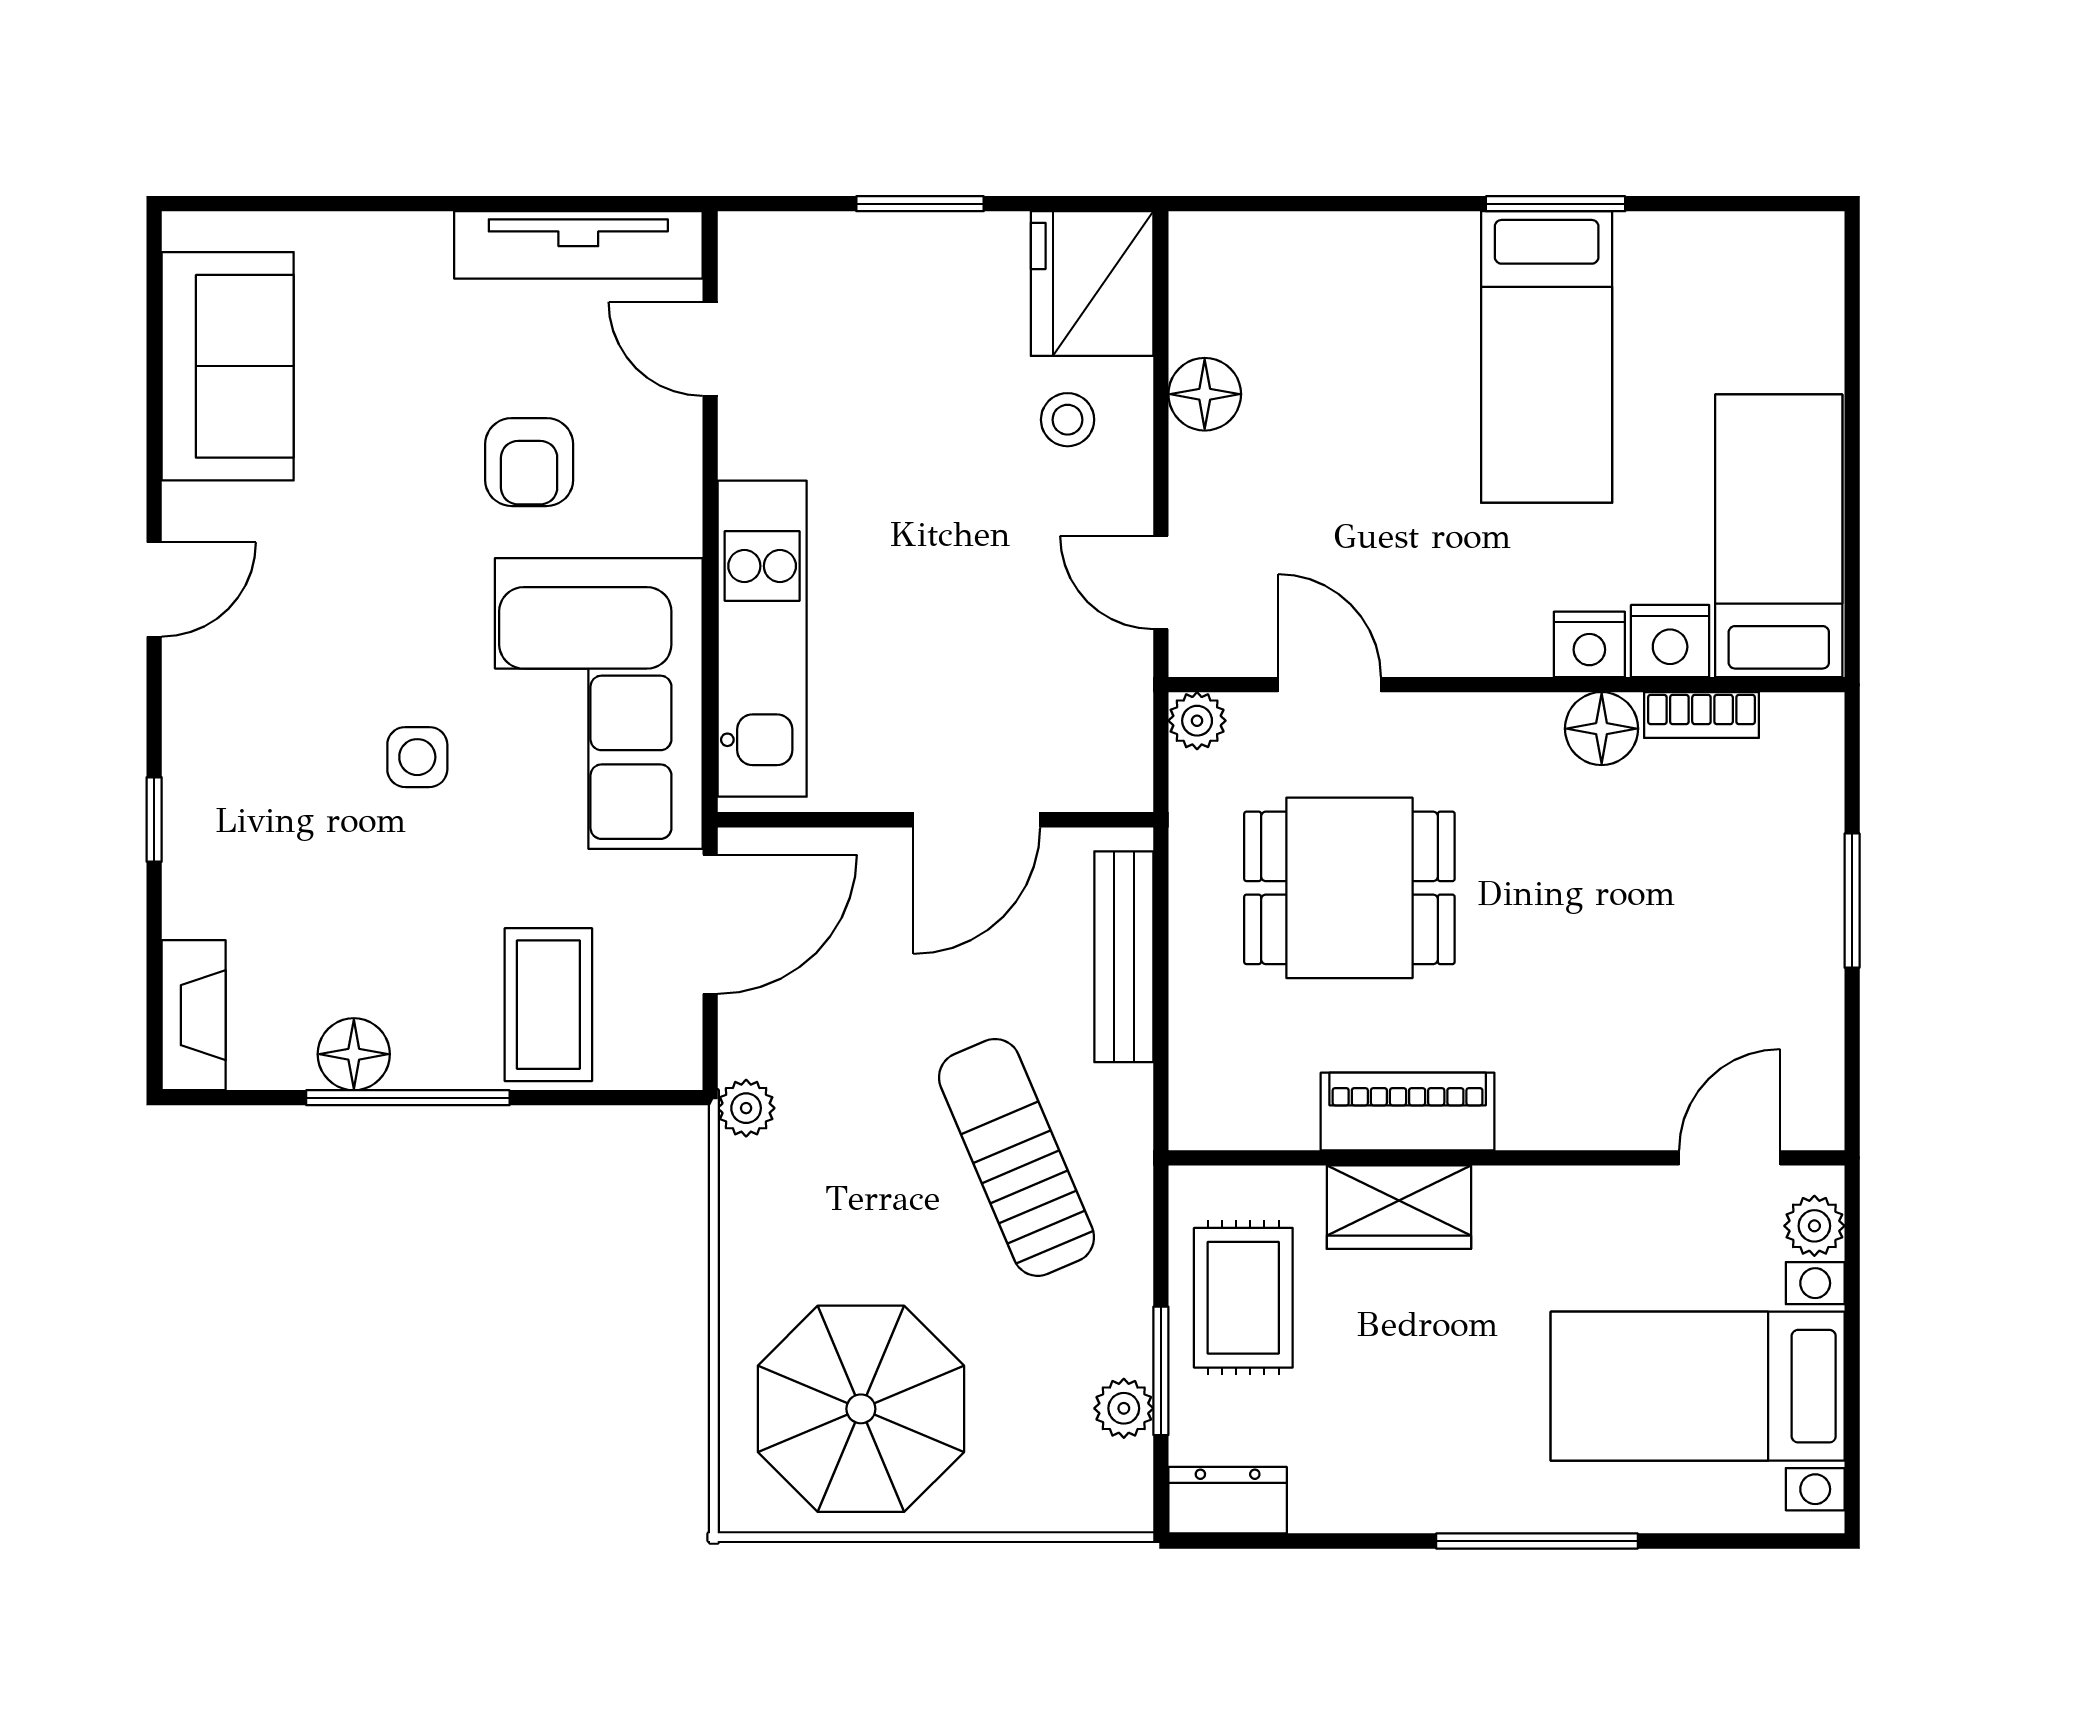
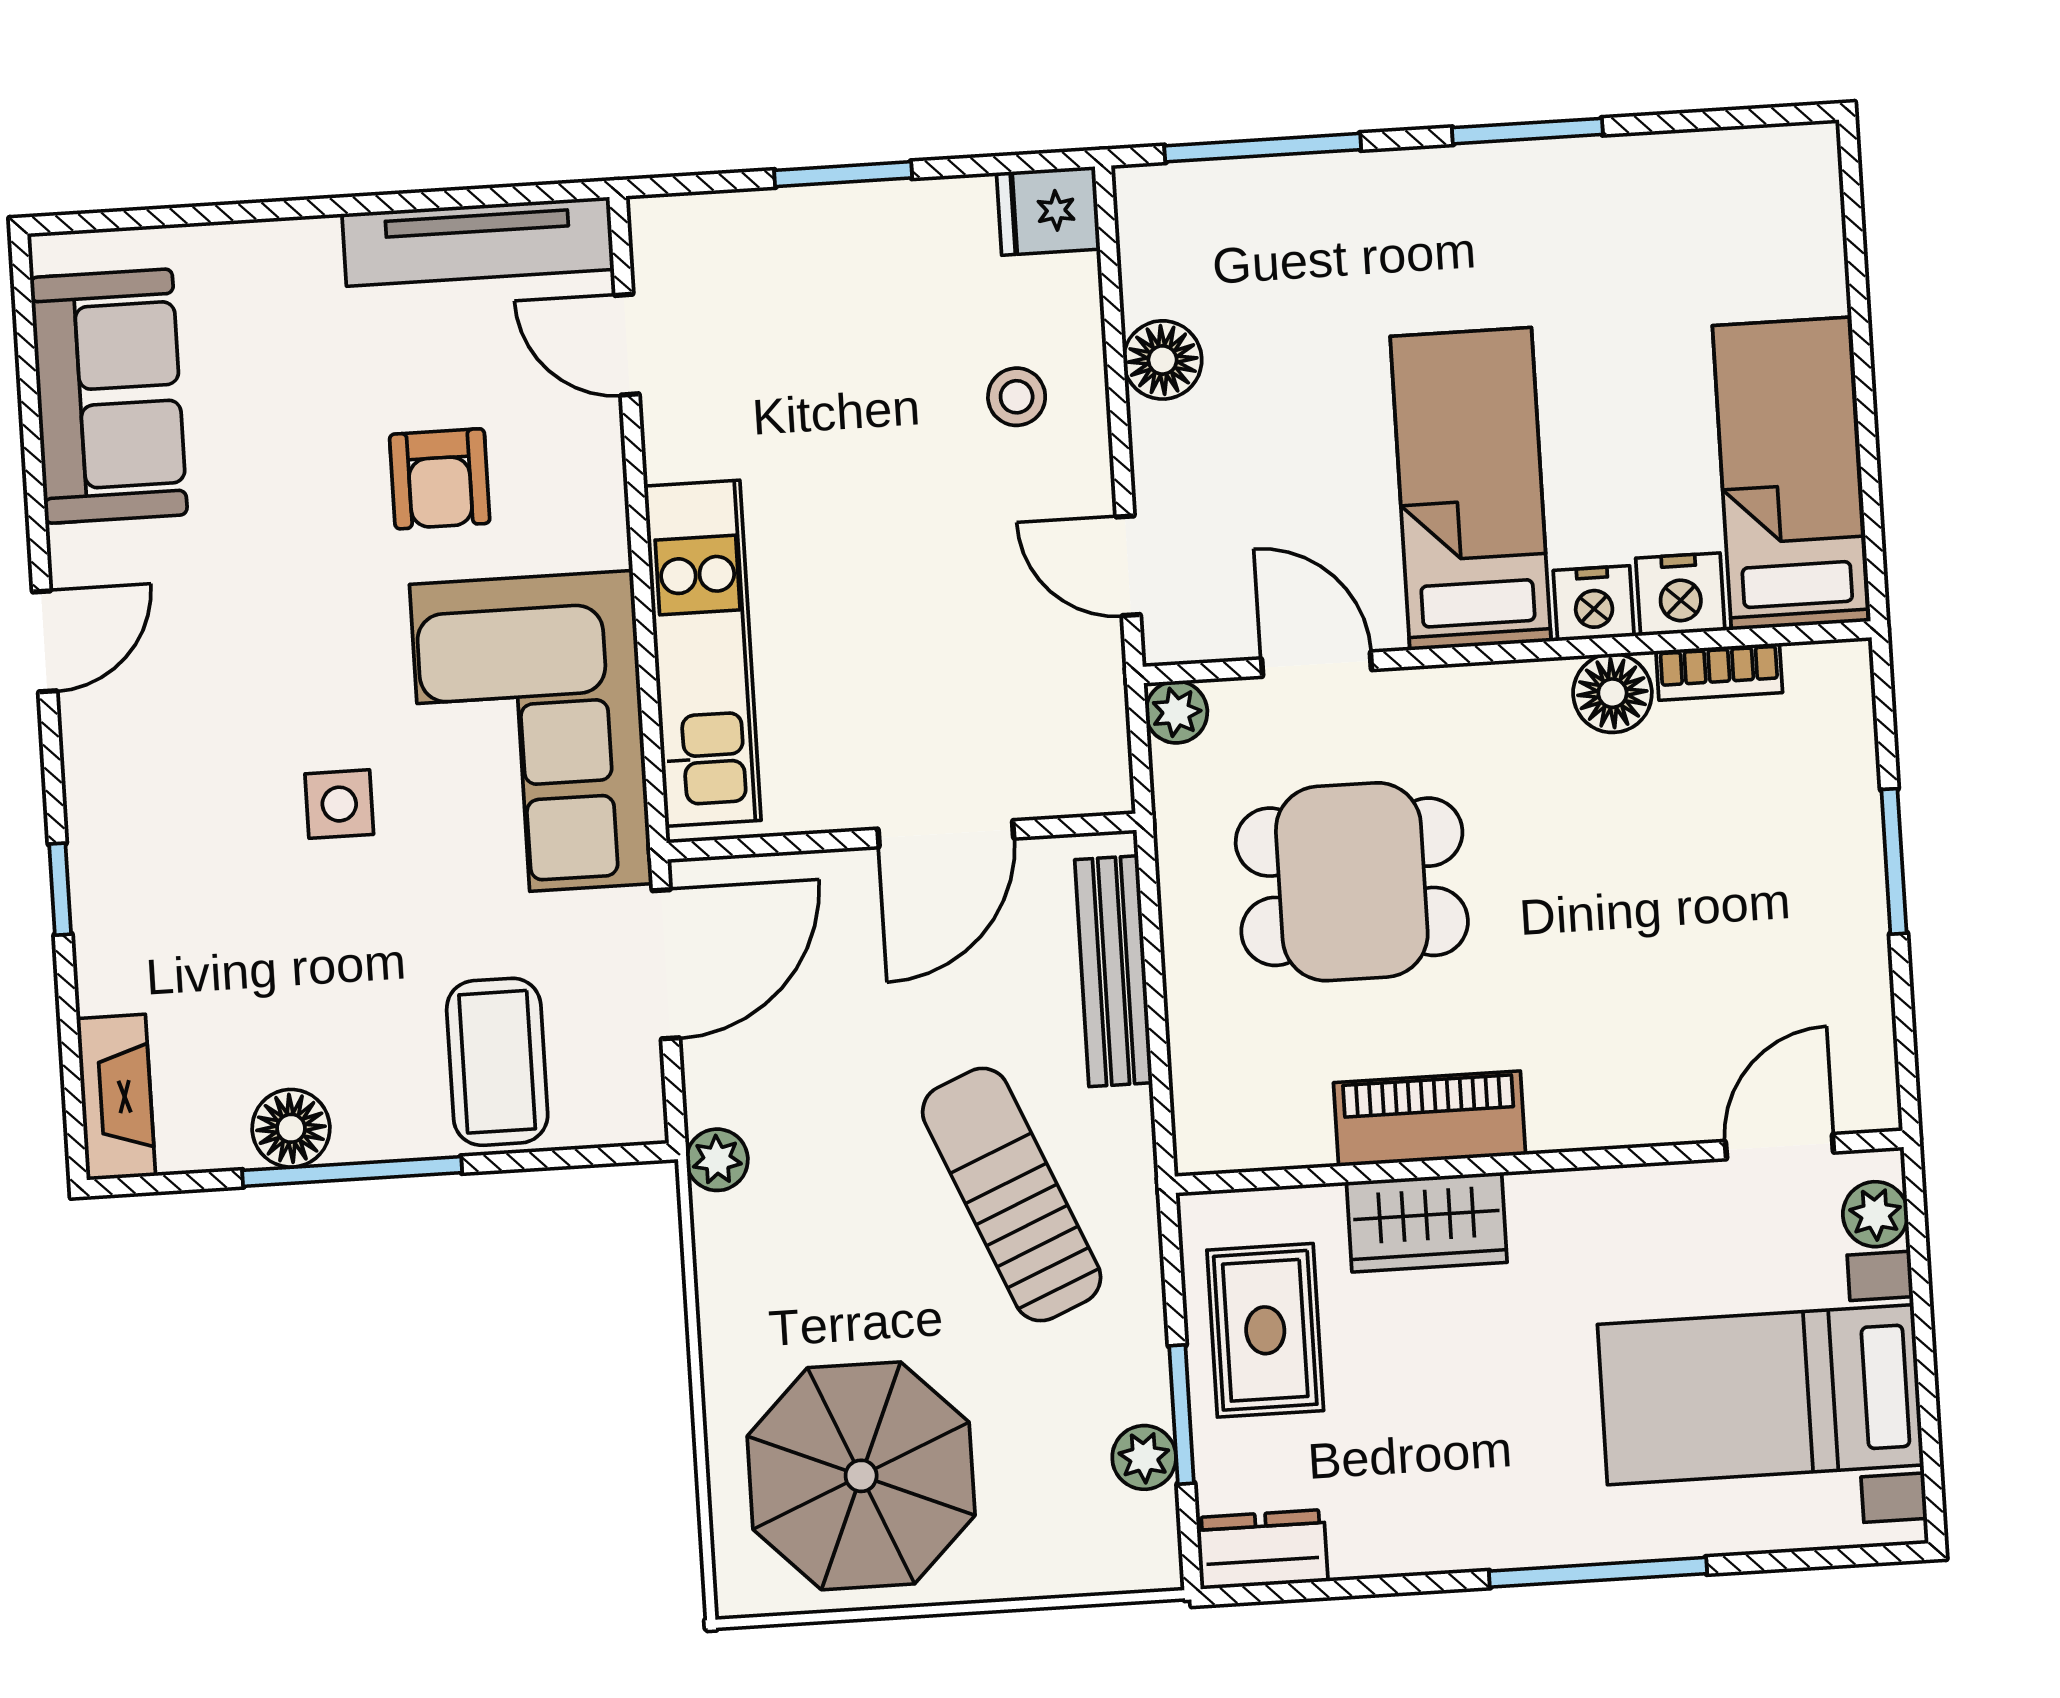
window: (1310, 204) -> (1263, 148), added
fridge: (1092, 284) -> (1048, 211), width x0.53, depth x0.75
bed: (1547, 357) -> (1471, 489), moved, turned 180

